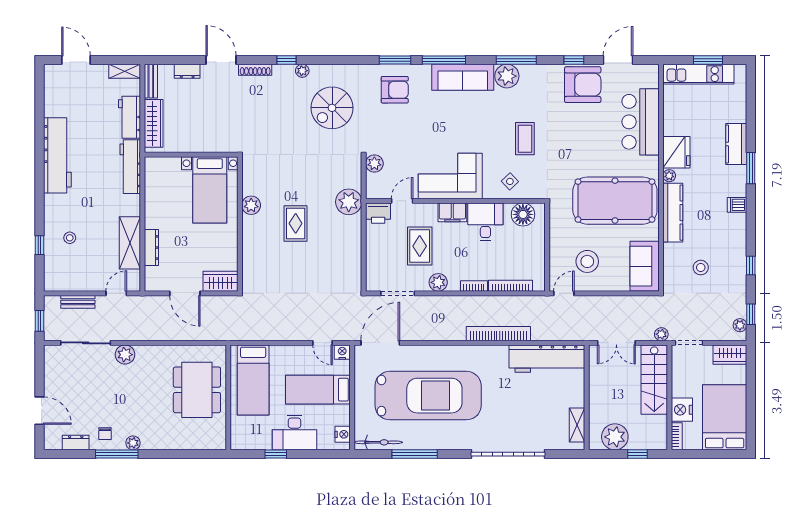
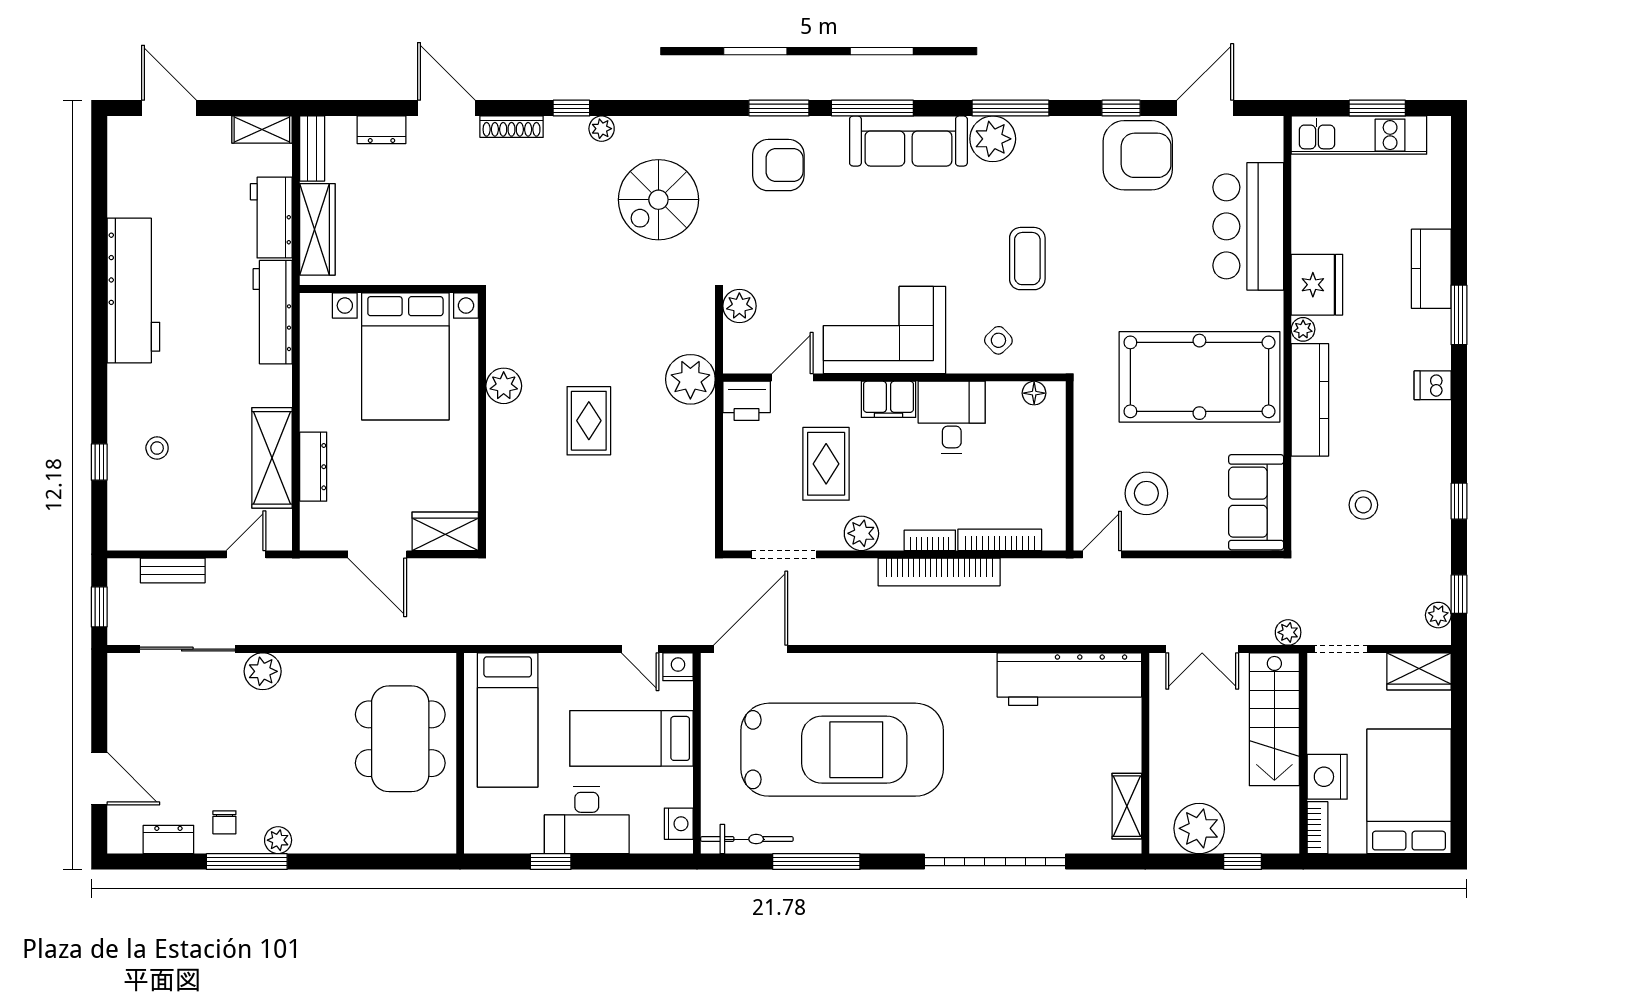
bed with nightstands: (210, 190) -> (405, 356), width x1.36
floor lamp: (523, 214) -> (1034, 393), width x0.53, depth x0.53
bookcase: (498, 334) -> (939, 572), moved, turned 180

